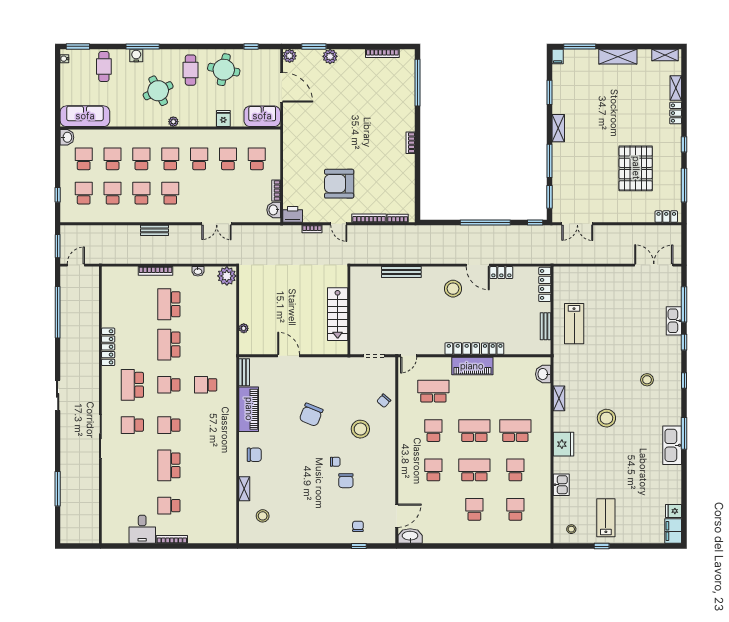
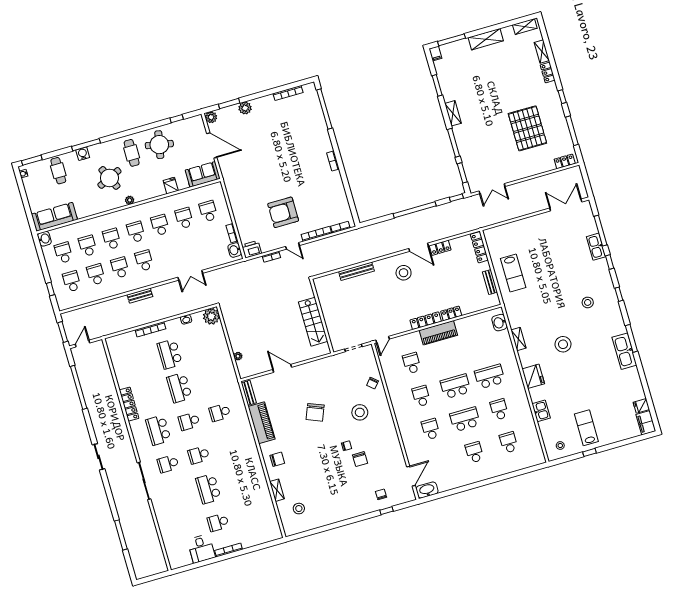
school desk: (433, 391) -> (412, 363), width x0.54

